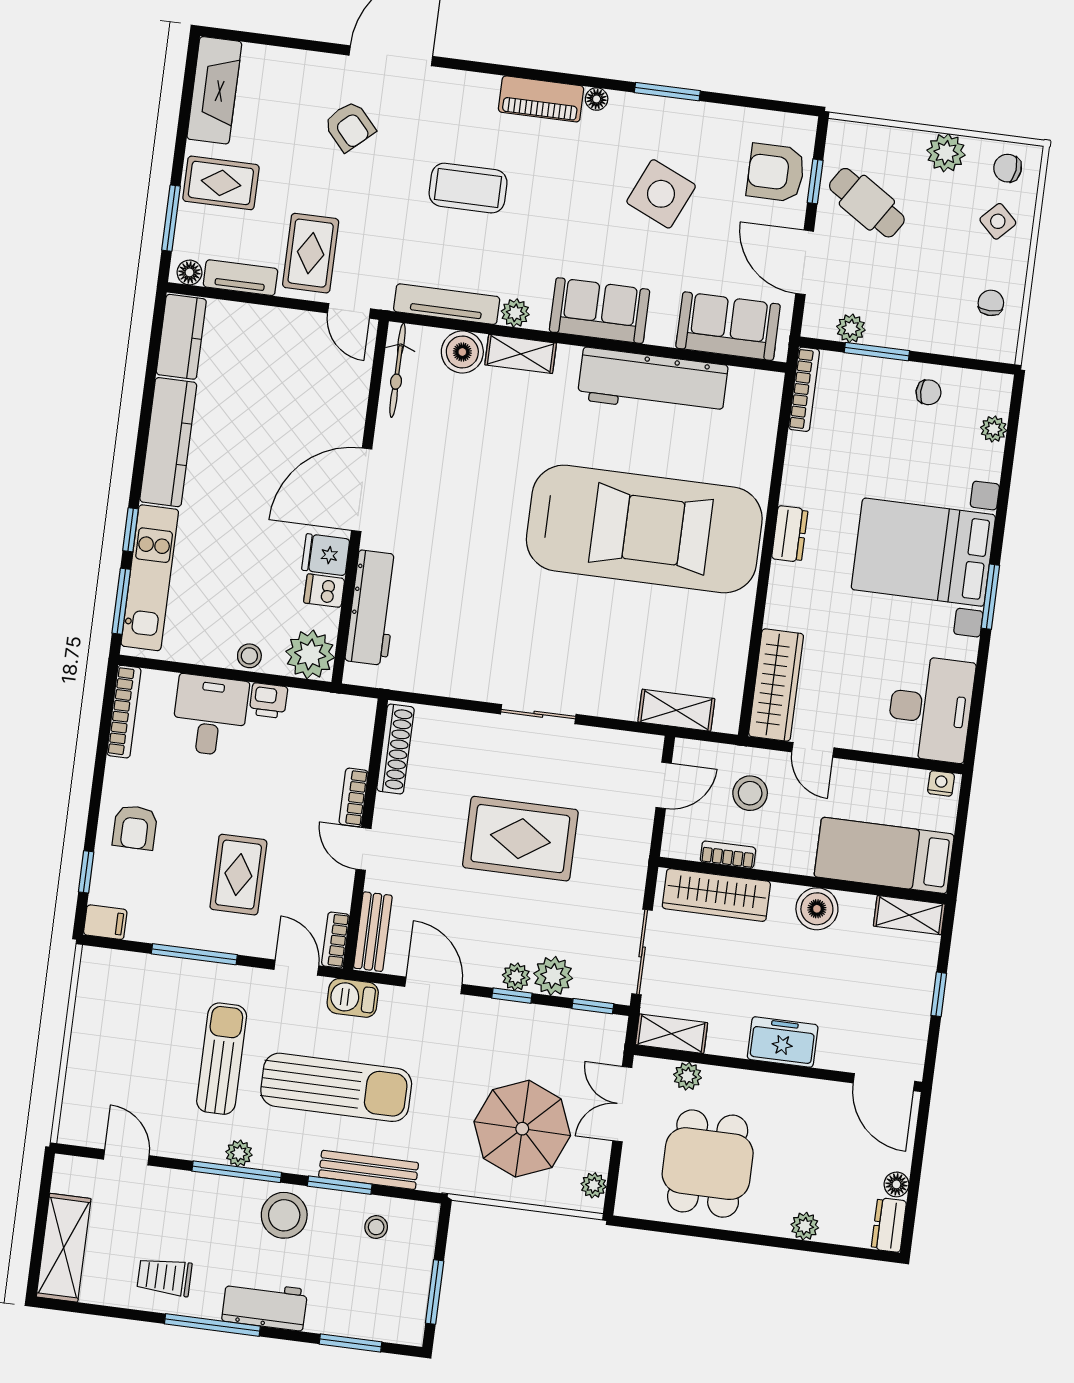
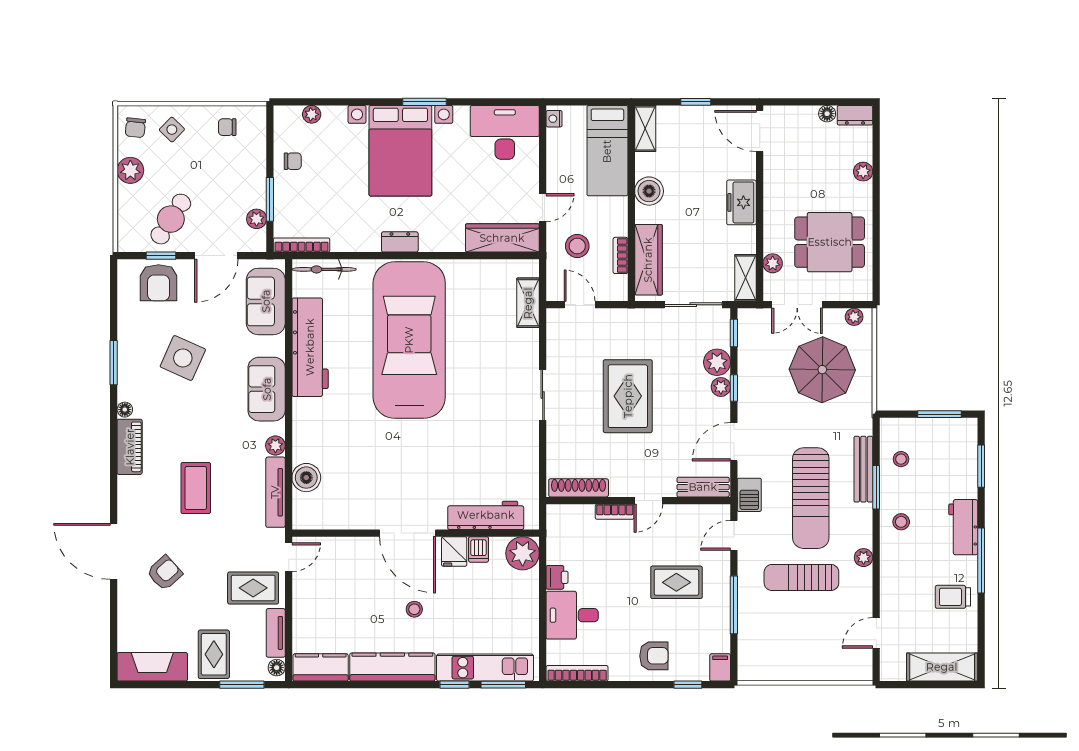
shelving: (521, 354) -> (302, 438), removed
bicycle: (397, 370) -> (324, 269), moved, turned 180
chair: (929, 392) -> (293, 161), turned 90
stool: (249, 656) -> (414, 609), moved
bookcase: (336, 940) -> (712, 511), removed
door: (884, 1082) -> (760, 131), swing flipped
sun lounger: (336, 1087) -> (811, 498), turned 180
window: (237, 1172) -> (876, 557), removed
stool: (284, 1215) -> (901, 522), width x0.53, depth x0.53
trolley: (164, 1277) -> (953, 597), turned 90

